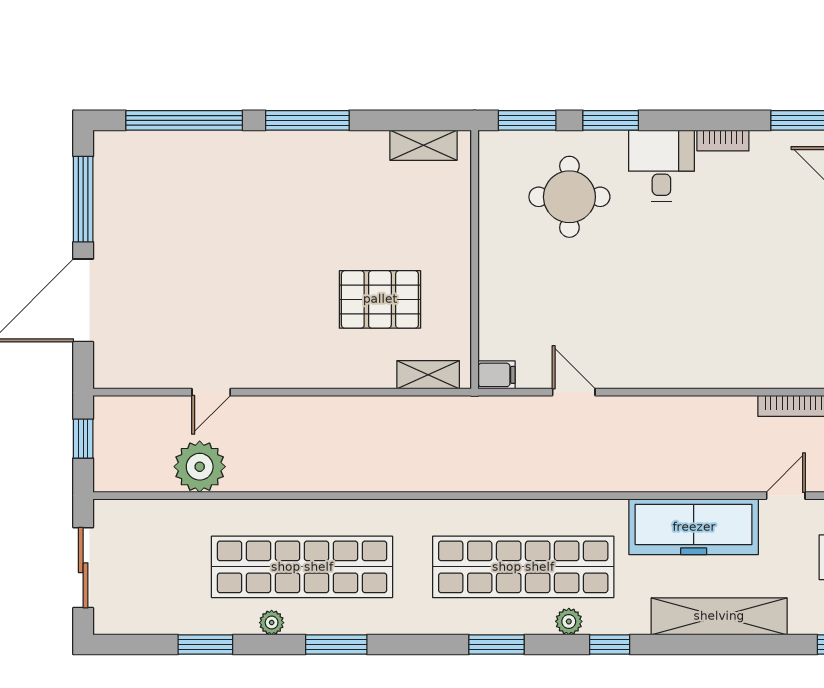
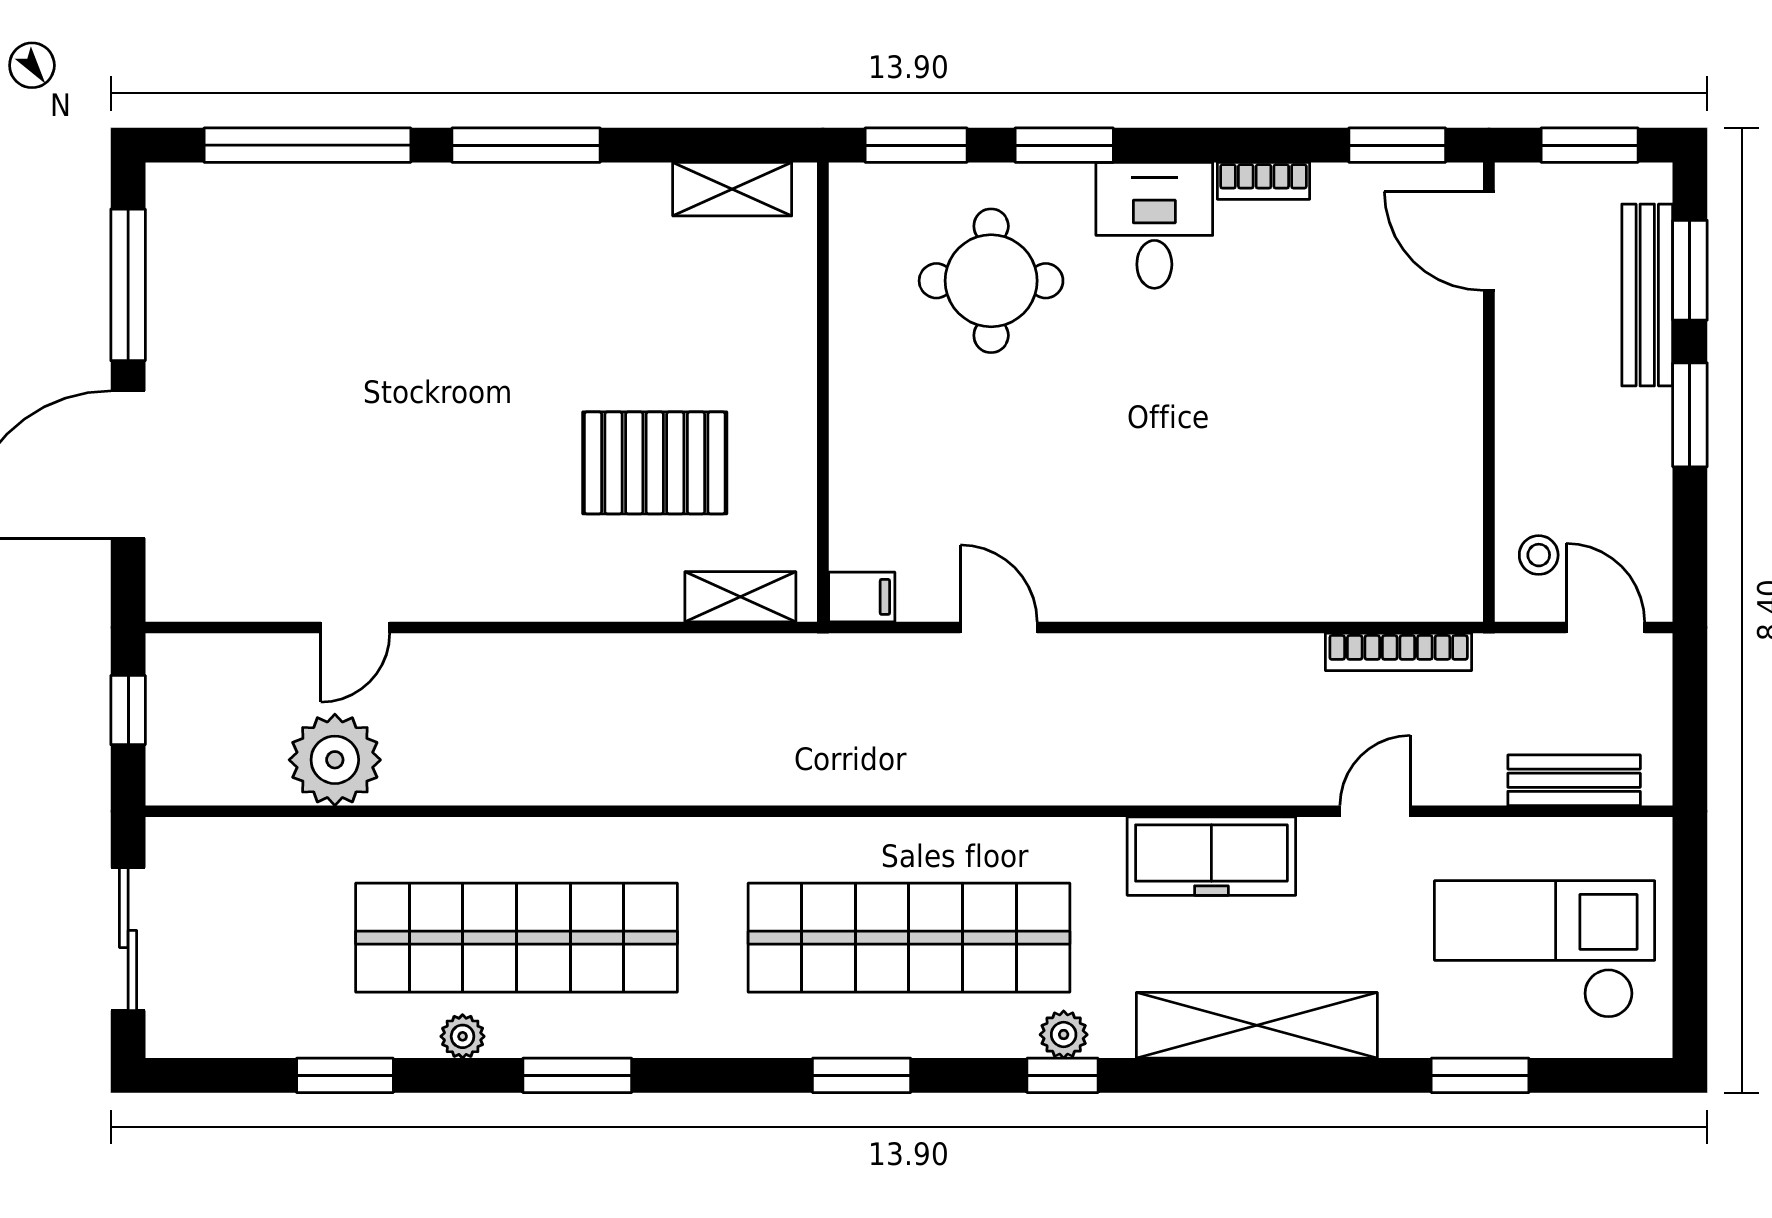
freezer: (694, 527) -> (1211, 856), width x0.73, depth x0.79
plant: (569, 621) -> (1064, 1035), moved

